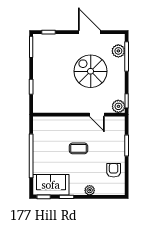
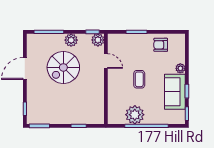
plant: (118, 51) -> (71, 40), moved
door: (97, 115) -> (106, 61), hinge flipped
plant: (42, 144) -> (135, 115), added
sofa: (51, 185) -> (175, 92), moved

